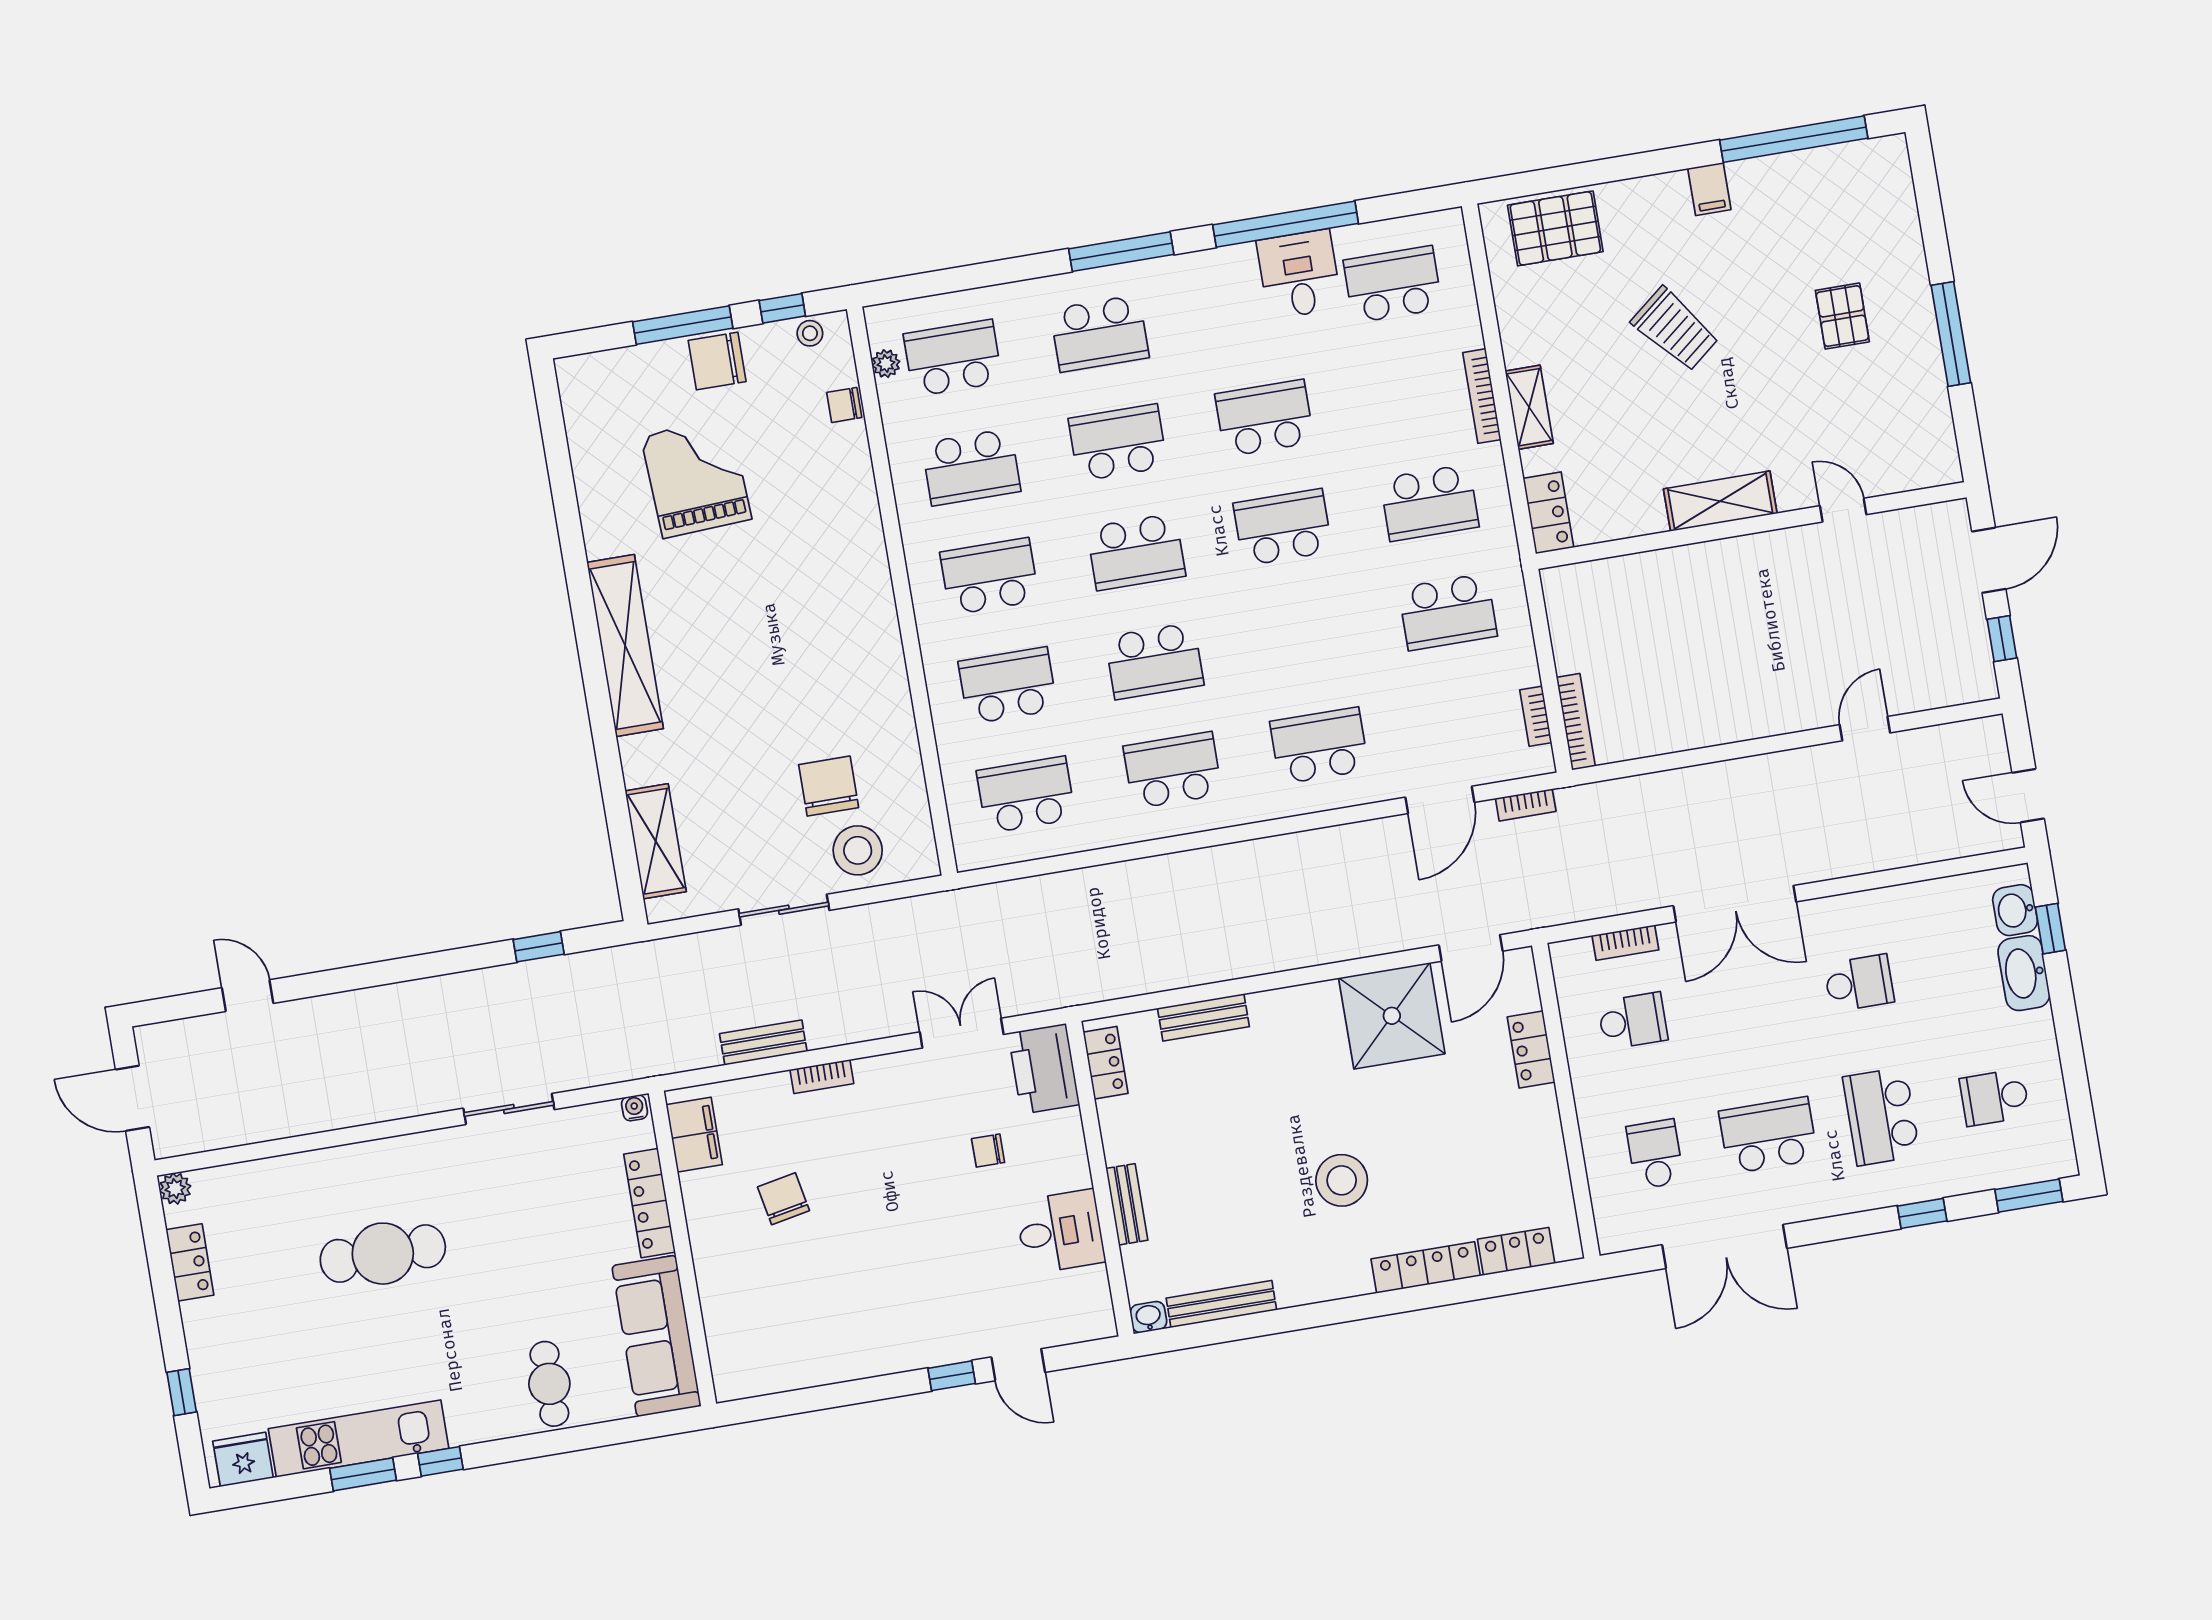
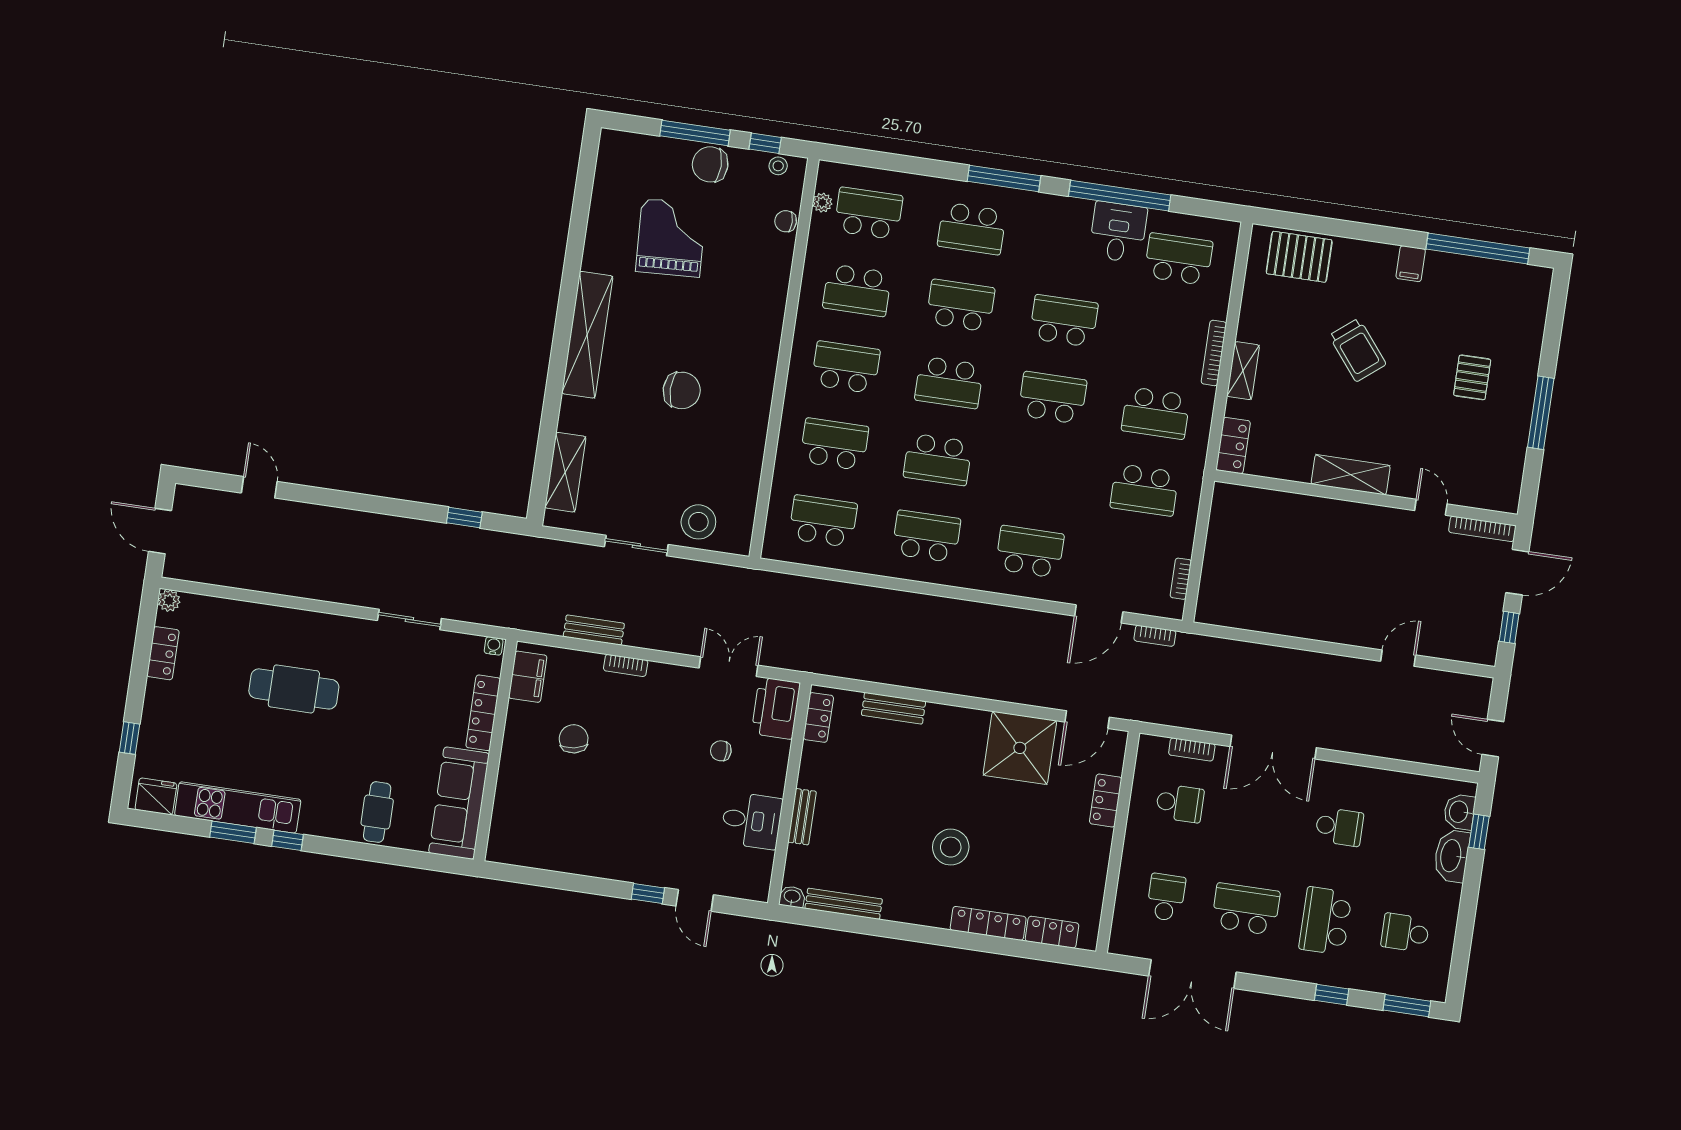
bookcase: (1576, 722) -> (1482, 529), moved, turned 90
chair: (829, 786) -> (682, 390), moved, turned 90

